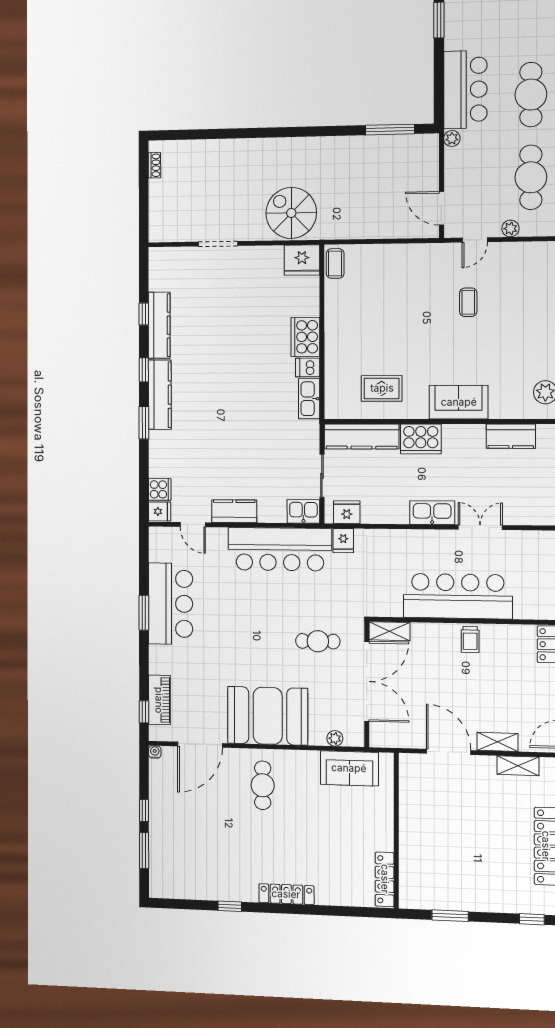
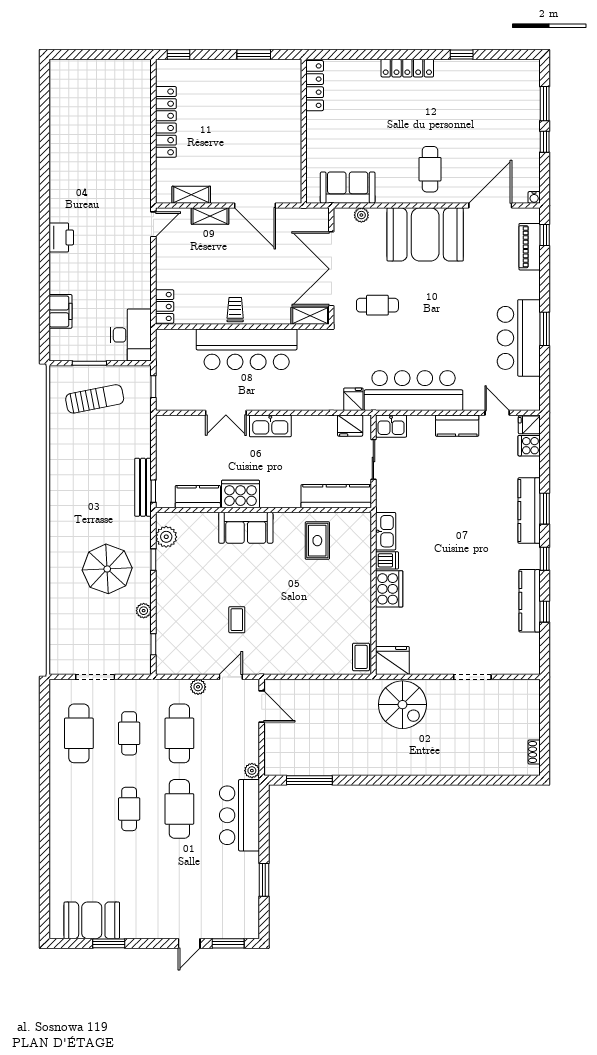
rug: (382, 388) -> (317, 541), turned 90
kitchen counter: (160, 395) -> (529, 511), moved
cooker: (421, 439) -> (241, 494), moved

